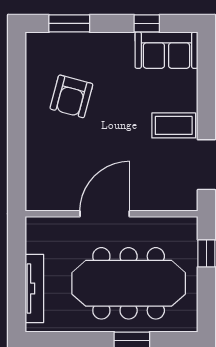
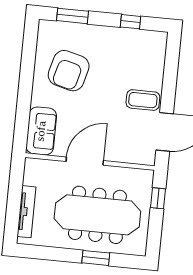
sofa: (166, 50) -> (41, 131), moved, turned -90
armchair: (71, 96) -> (69, 71), width x1.36, depth x1.36

